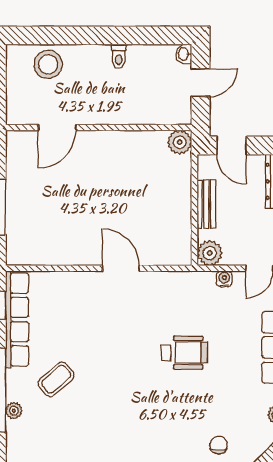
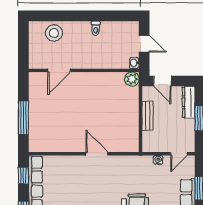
washbasin: (184, 54) -> (134, 63), moved
door: (201, 83) -> (144, 44), hinge flipped
plant: (210, 253) -> (149, 145), removed

